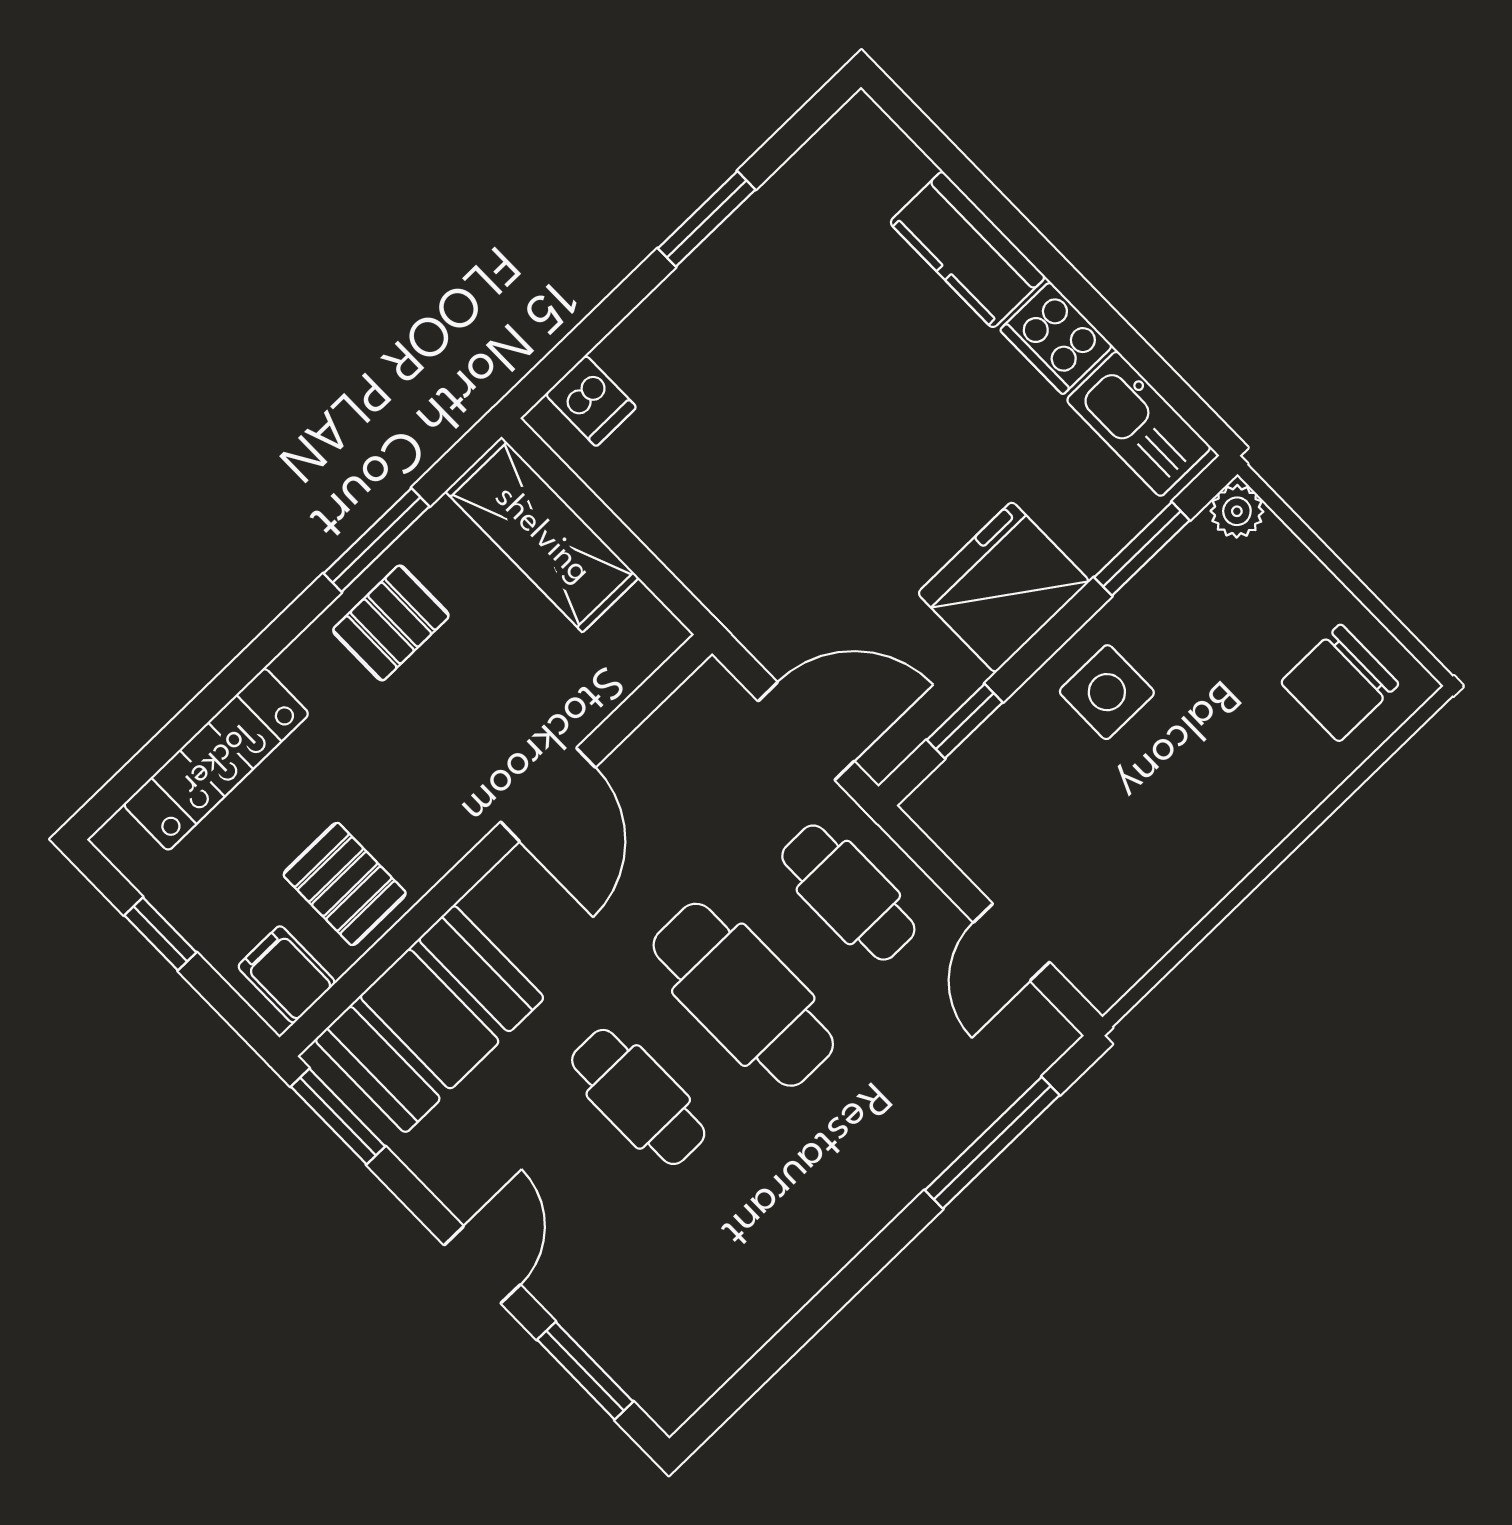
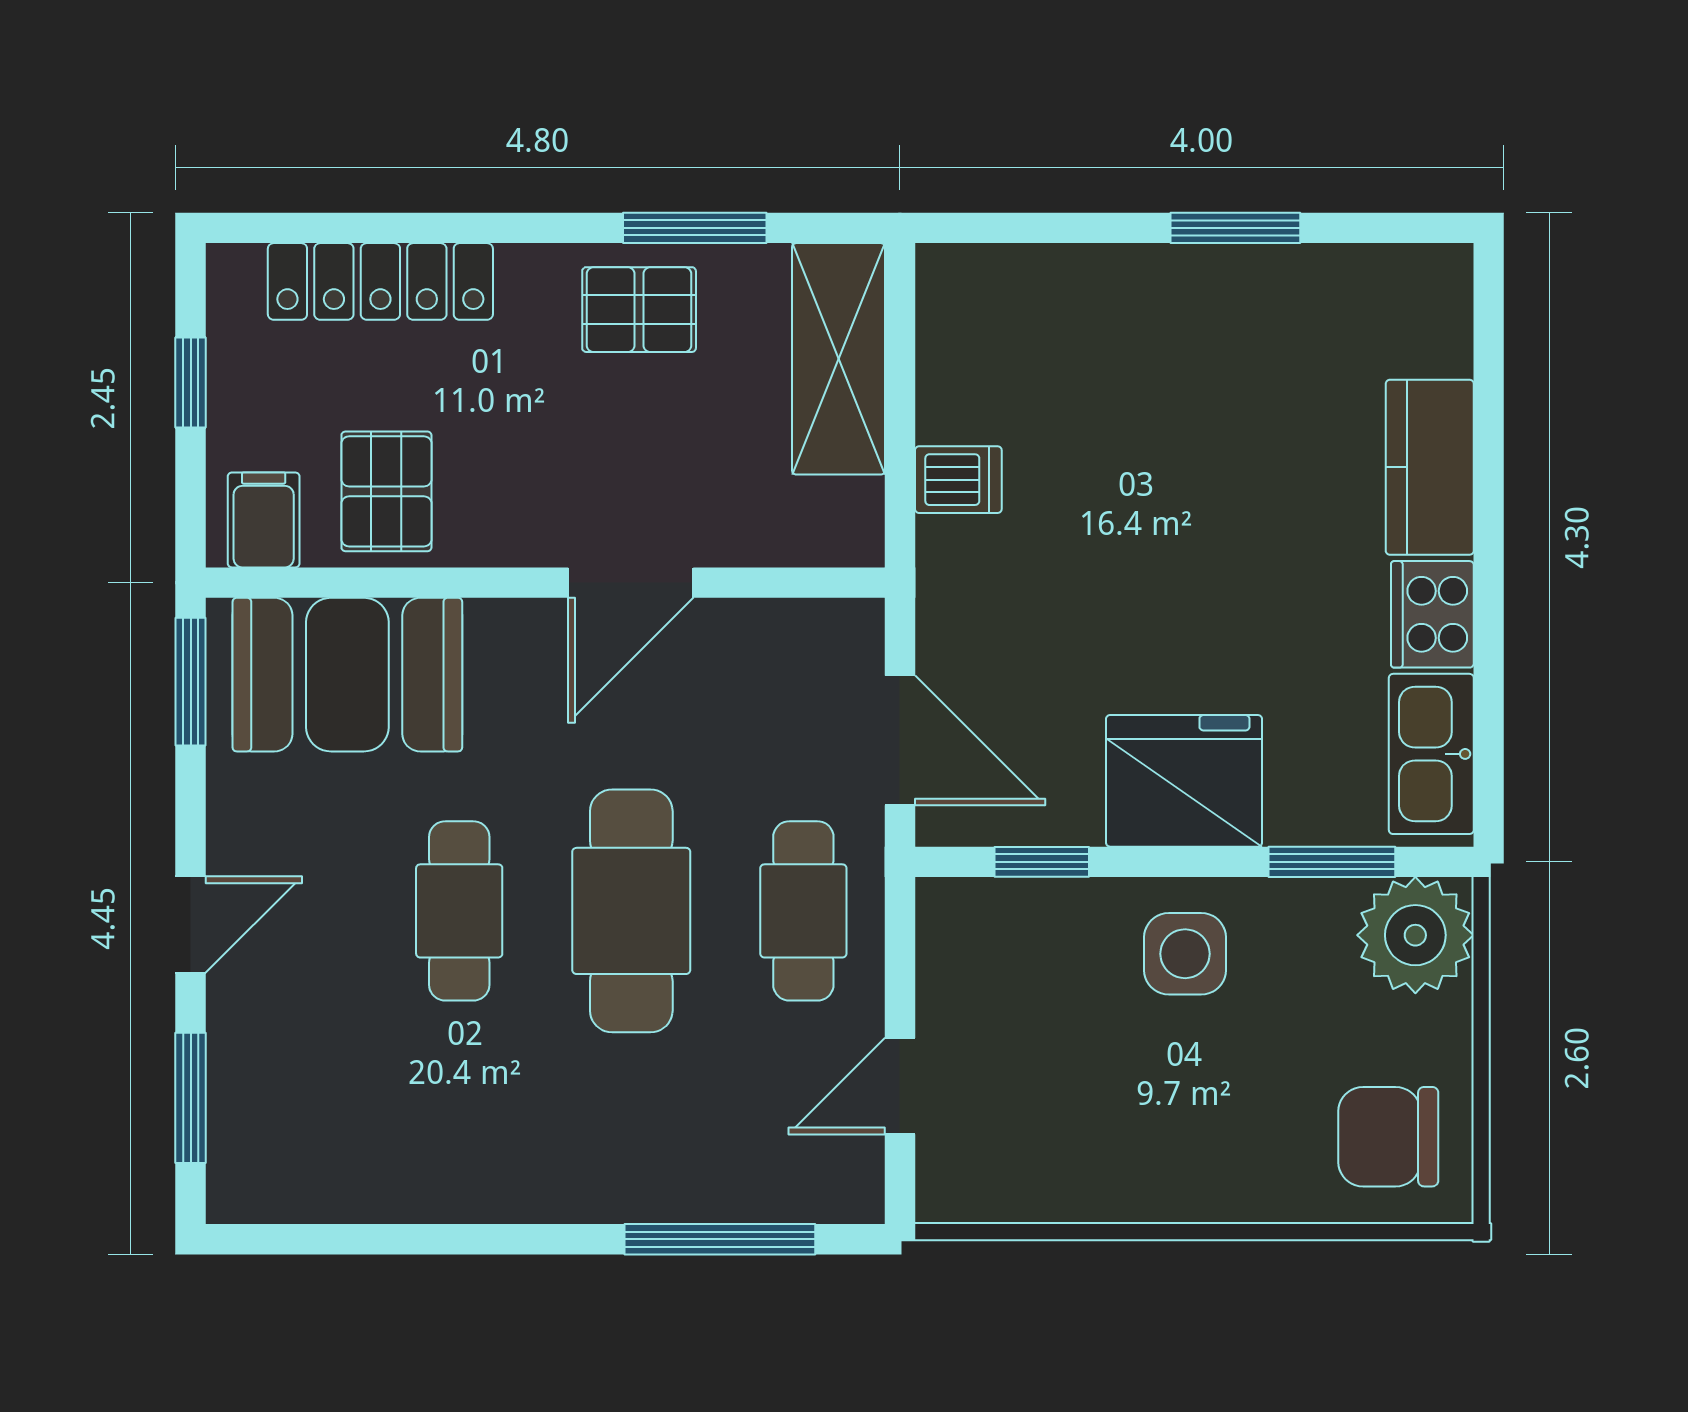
dishwasher: (591, 401) -> (958, 480), moved, turned -90
plant: (1237, 511) -> (1415, 935), width x1.87, depth x1.87

